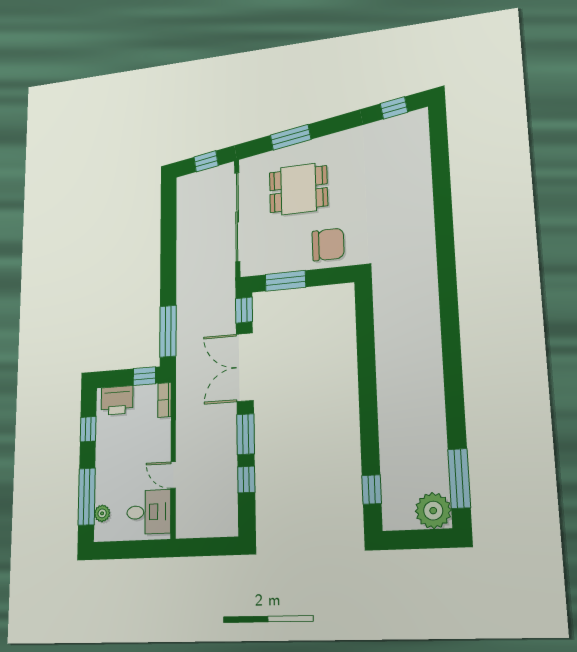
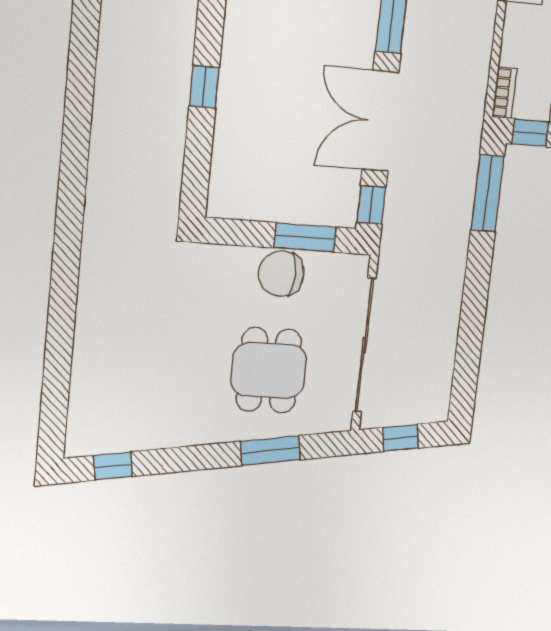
dining table: (298, 189) -> (269, 370), turned 90
chair: (328, 245) -> (281, 274), moved
double door: (245, 367) -> (380, 121), swing flipped
window: (367, 370) -> (204, 87), added

